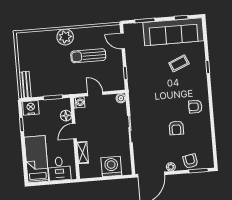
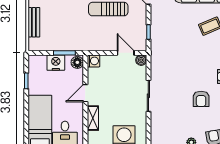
bench: (25, 85) -> (34, 22), moved
door: (95, 94) -> (126, 53), moved
nightstand: (31, 108) -> (56, 63), moved
floor lamp: (66, 116) -> (77, 62), moved

